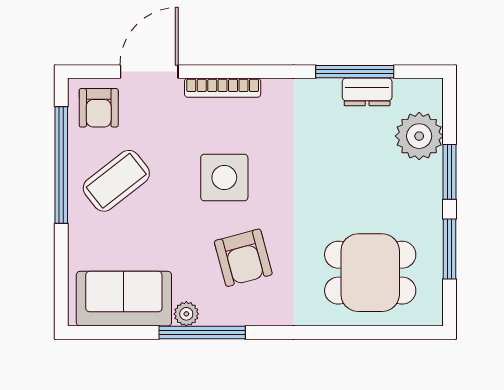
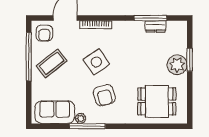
plant: (419, 136) -> (177, 65), moved
side table: (224, 177) -> (96, 62), turned -34
window: (449, 249) -> (190, 92), removed

